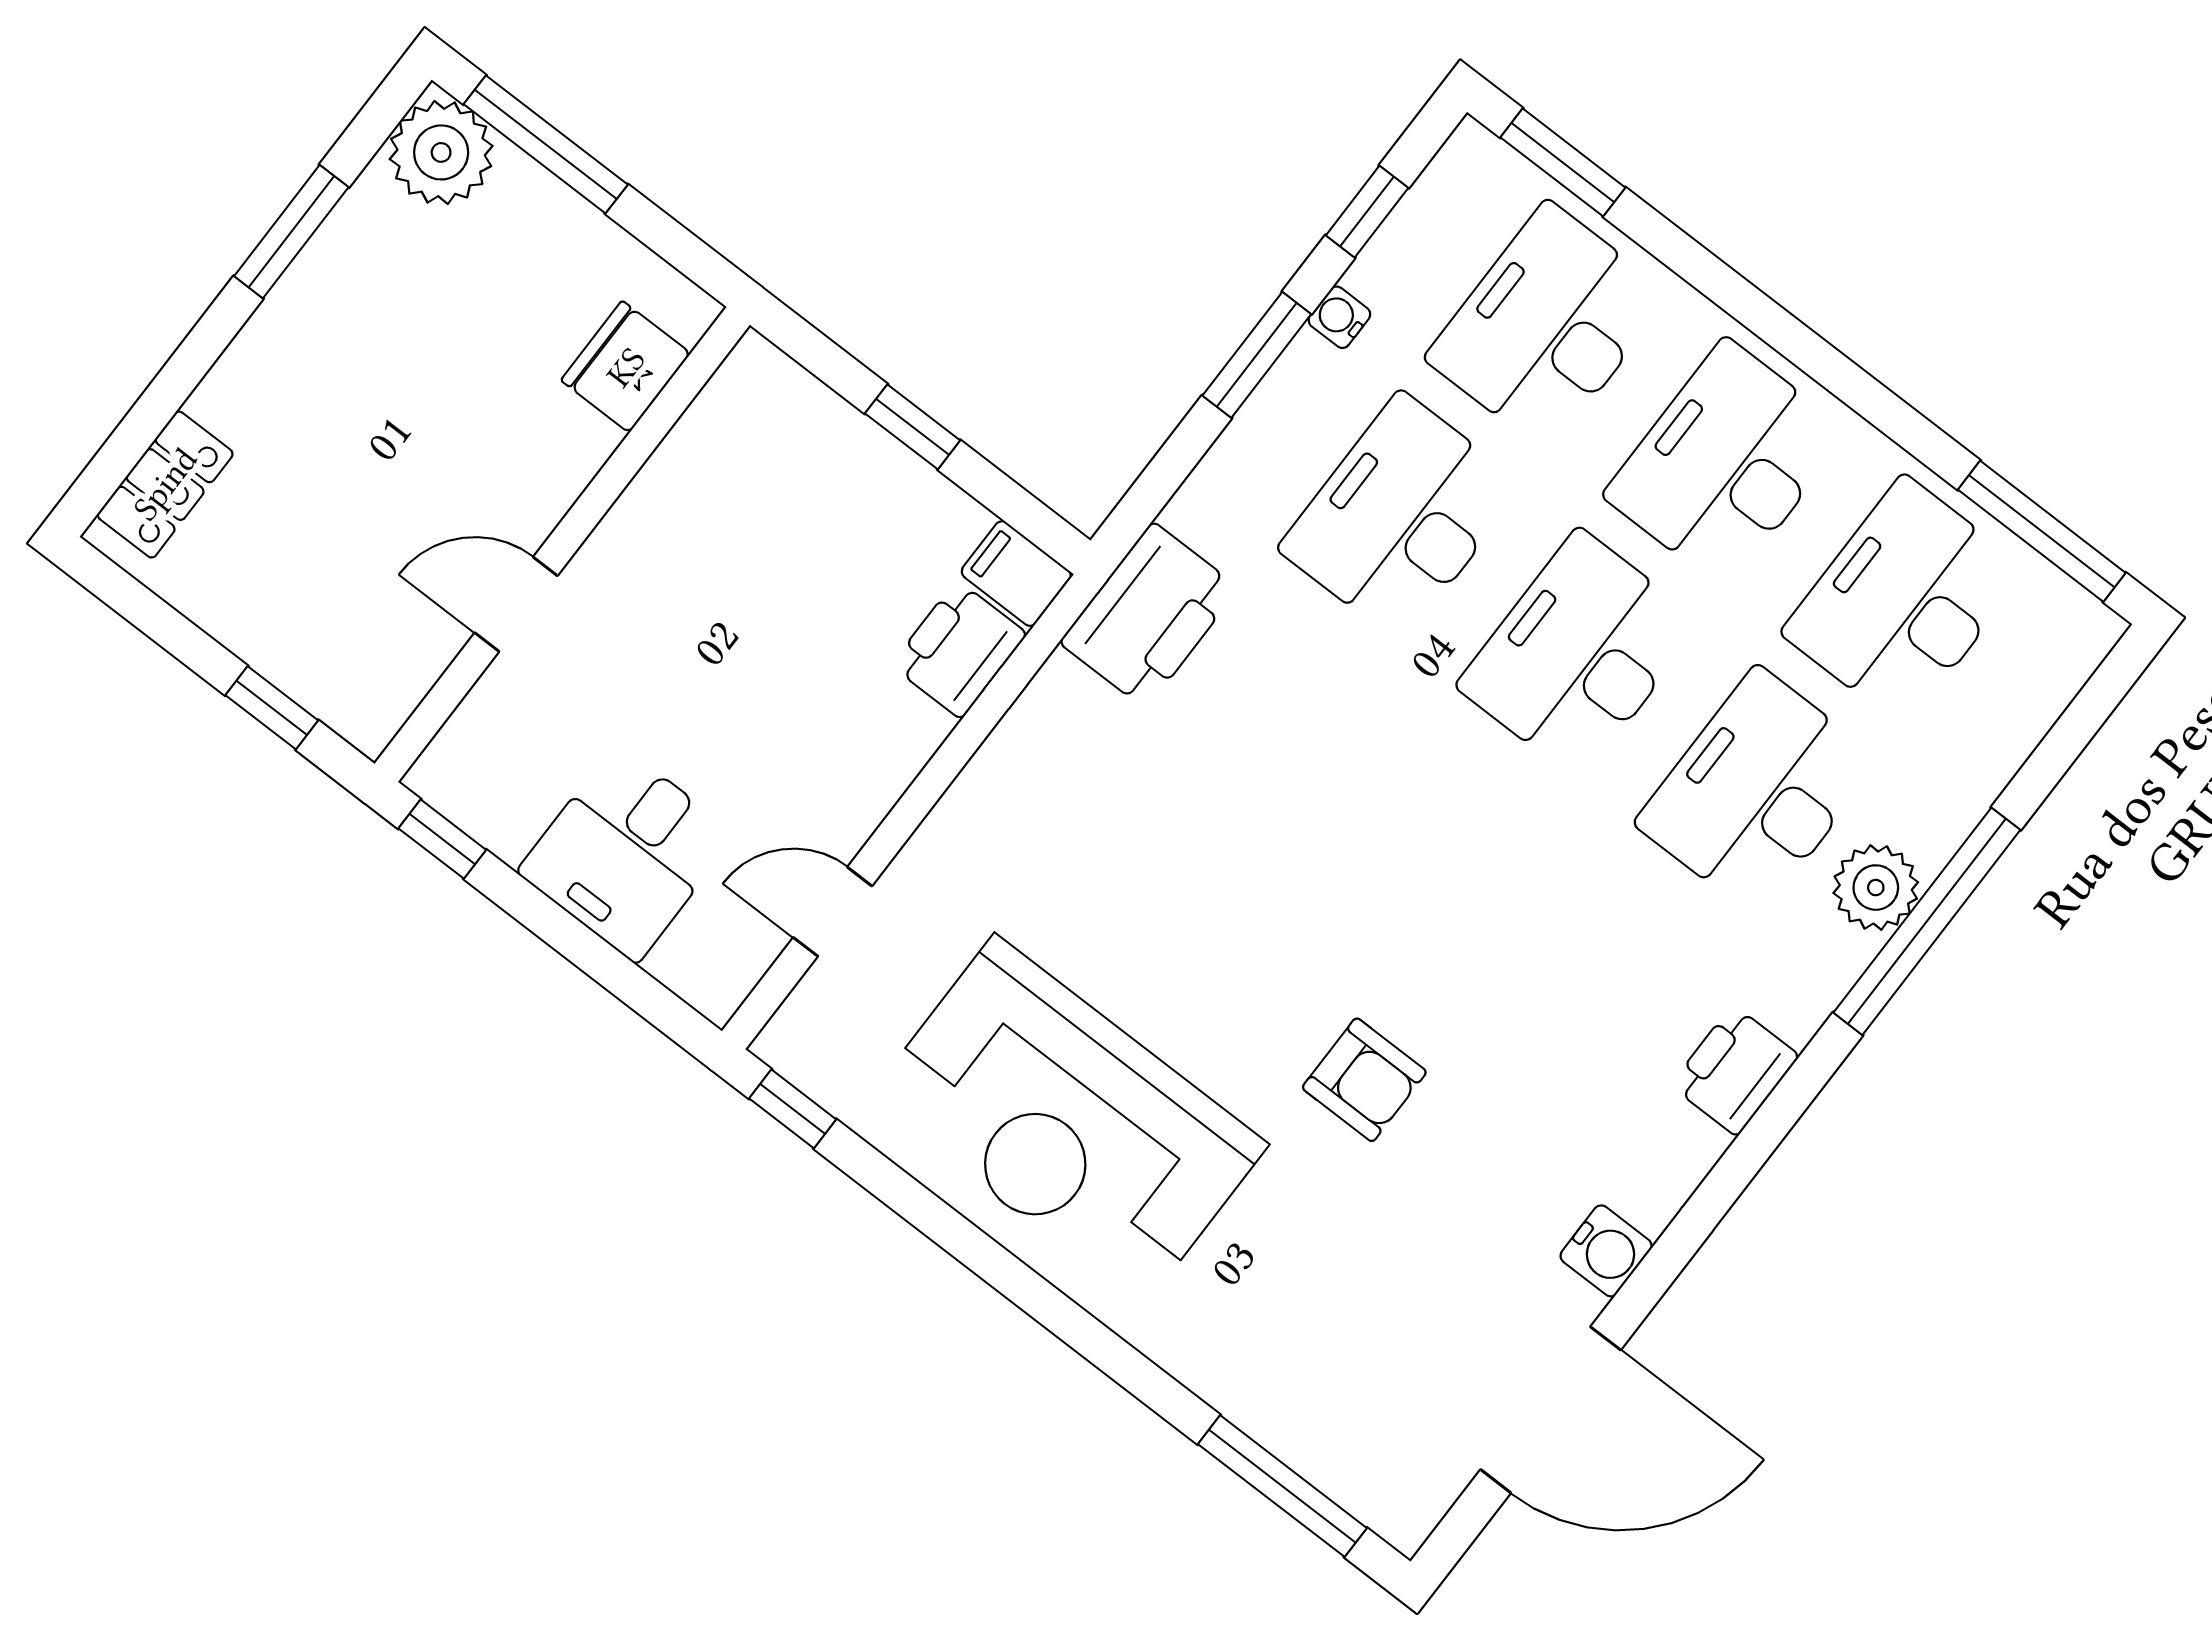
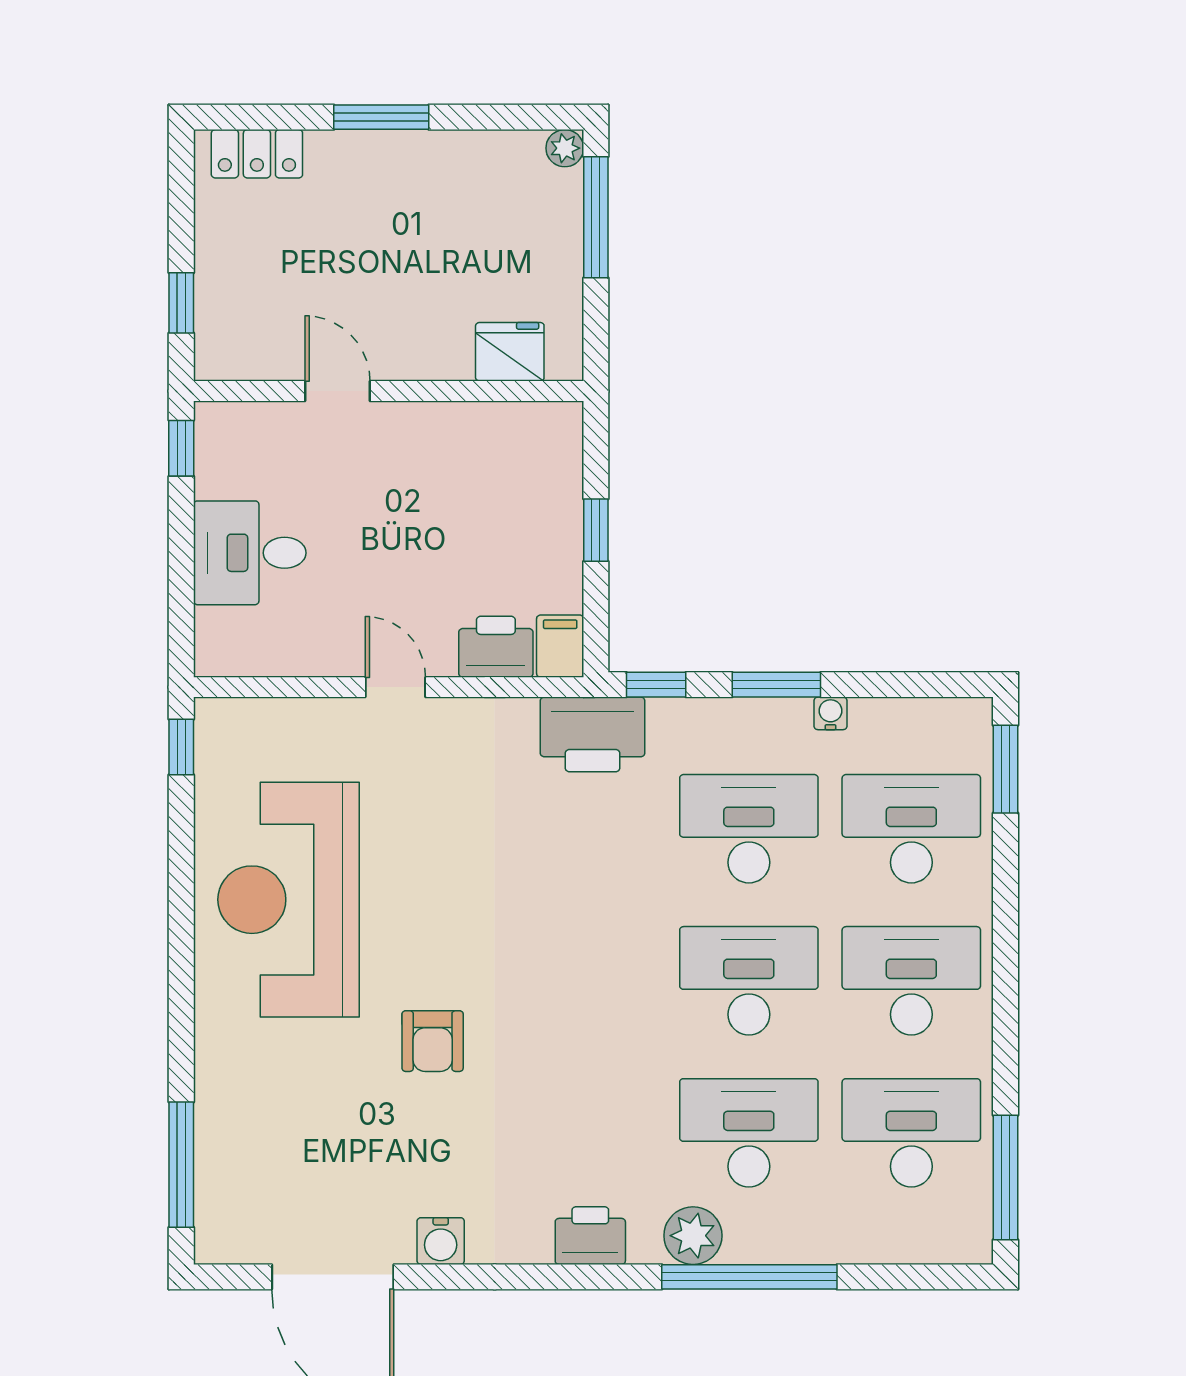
plant: (441, 152) -> (565, 148), width x0.53, depth x0.53
window: (1367, 212) -> (656, 685), moved
window: (291, 232) -> (381, 117), moved
plant: (1876, 888) -> (693, 1236), moved
door: (833, 912) -> (395, 687), moved

